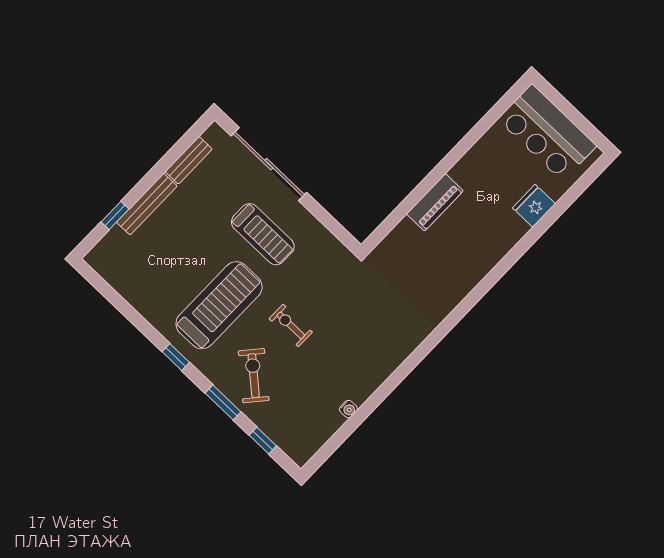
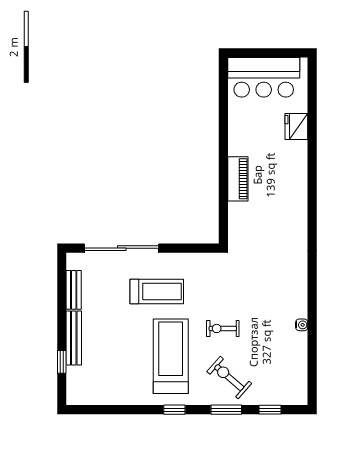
water cooler: (348, 409) -> (302, 325), moved

